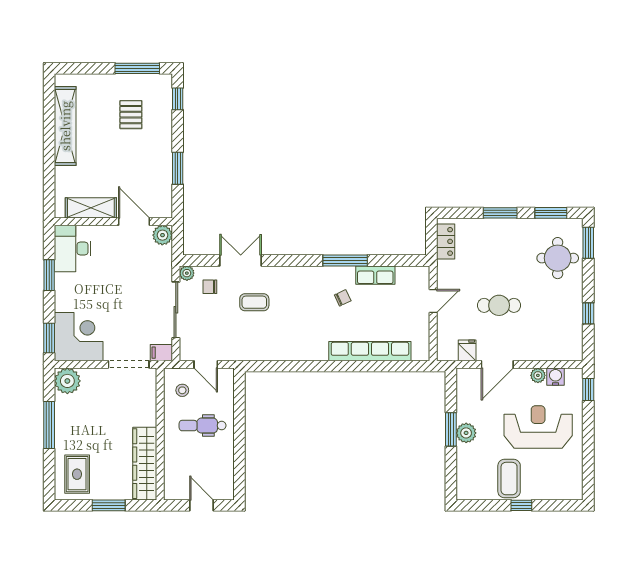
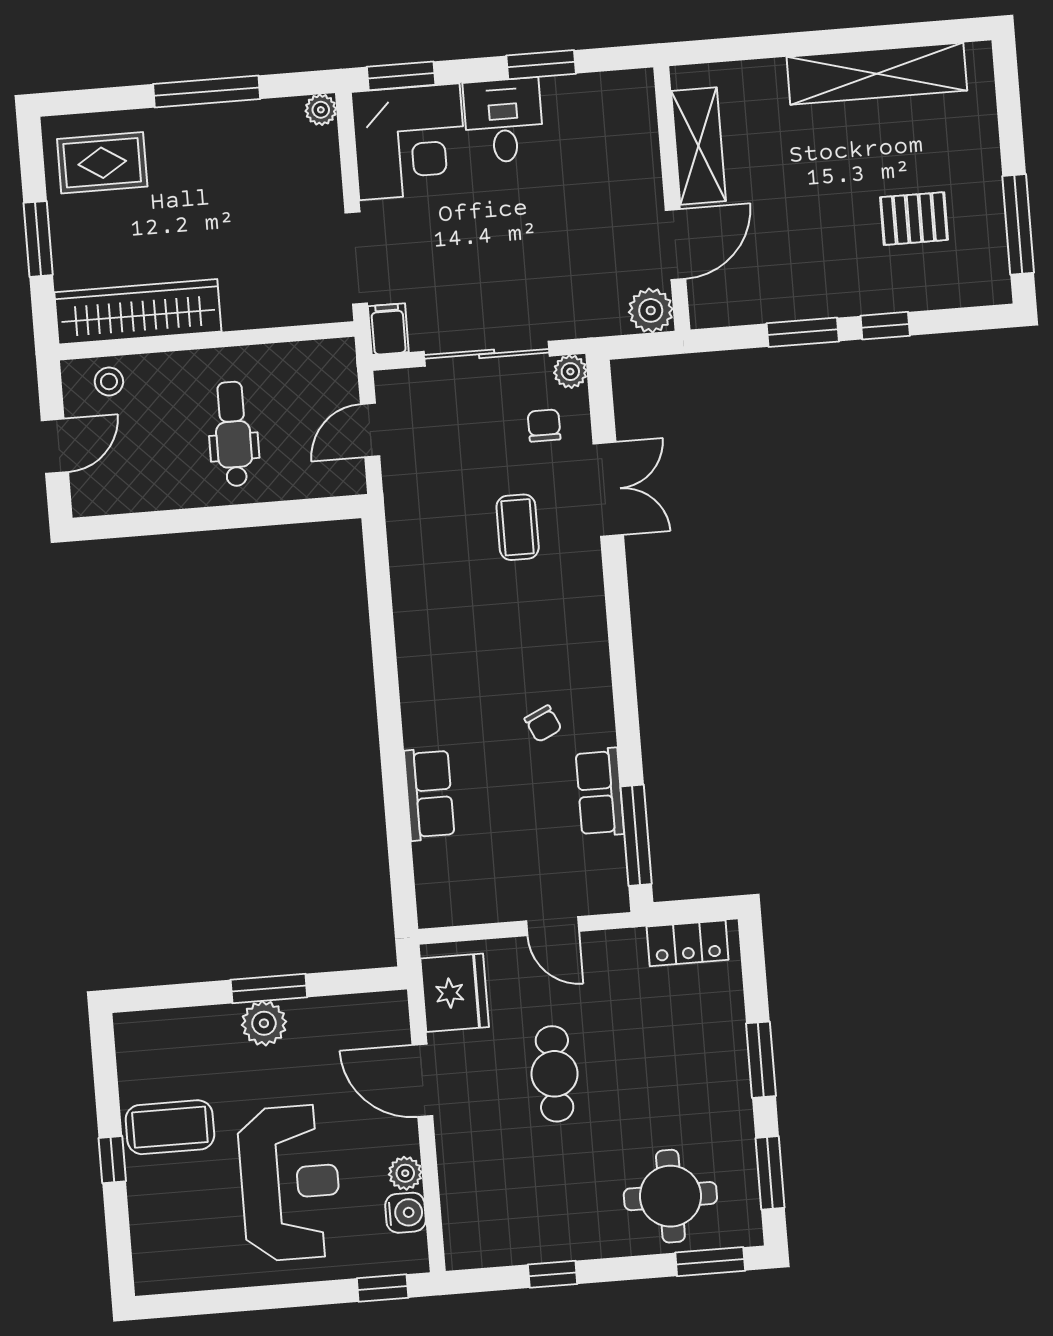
window: (178, 99) -> (885, 326), moved
desk: (73, 249) -> (504, 121), moved, width x0.73
window: (345, 260) -> (636, 835), moved
fridge: (467, 350) -> (455, 993), width x1.88, depth x1.34
row of seats: (370, 351) -> (429, 794), width x0.50
plant: (67, 381) -> (321, 110), width x0.53, depth x0.53
stool: (182, 390) -> (109, 381), moved

